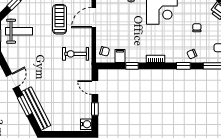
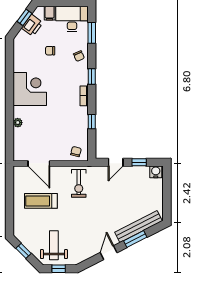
filing cabinet: (120, 56) -> (81, 135), removed
window: (183, 66) -> (92, 76), moved
door: (12, 81) -> (109, 253), hinge flipped

